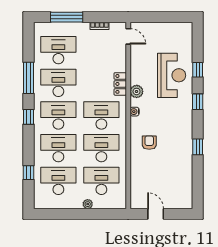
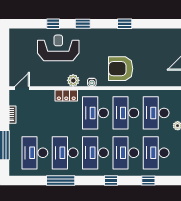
window: (29, 117) -> (111, 180), moved
armchair: (149, 143) -> (121, 69), width x1.88, depth x1.88

